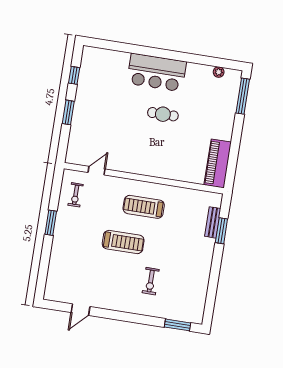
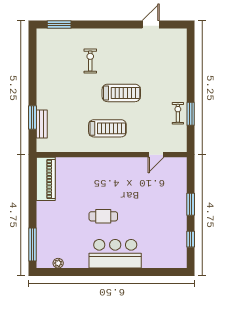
exercise bike: (76, 195) -> (178, 113), moved
window: (51, 223) -> (191, 114), moved
treadmill: (123, 242) -> (121, 93), turned 180

